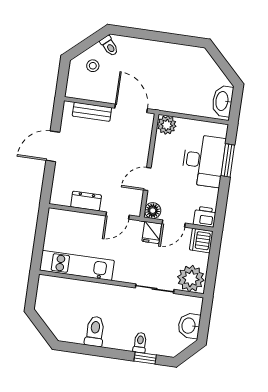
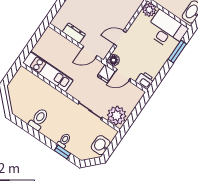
desk: (203, 161) -> (166, 30), moved, turned -90
dishwasher: (201, 241) -> (135, 94), removed

